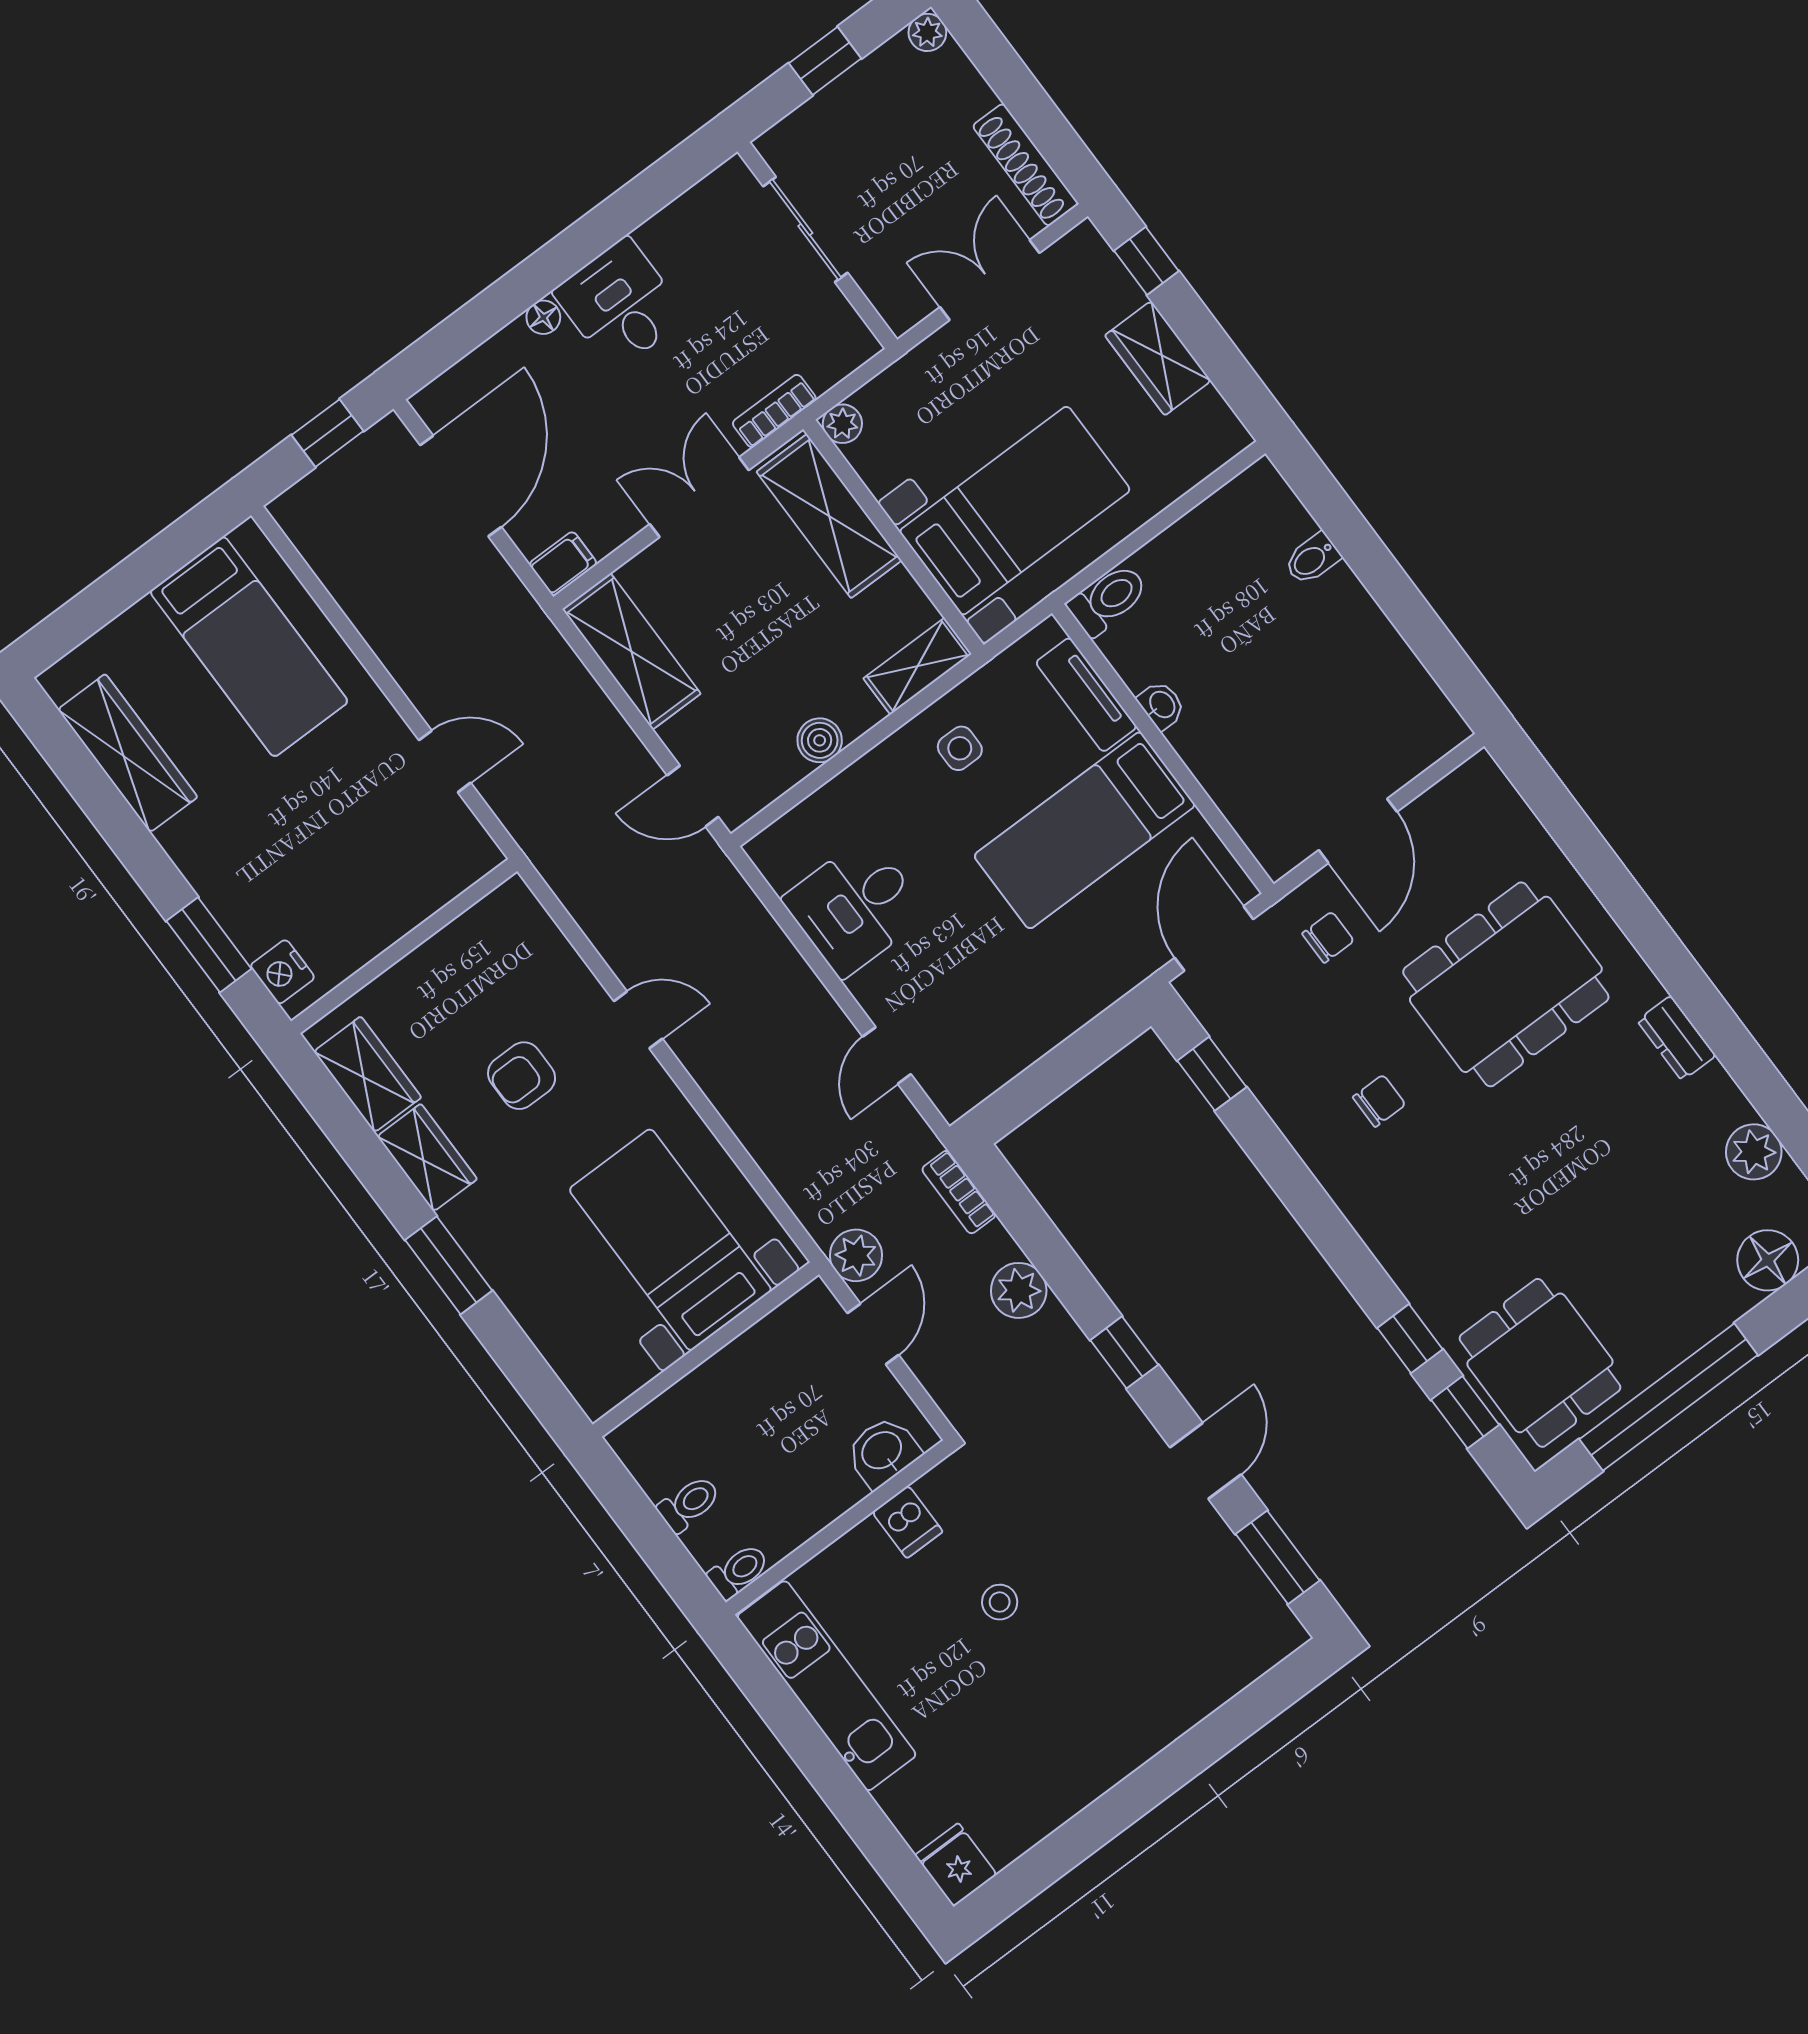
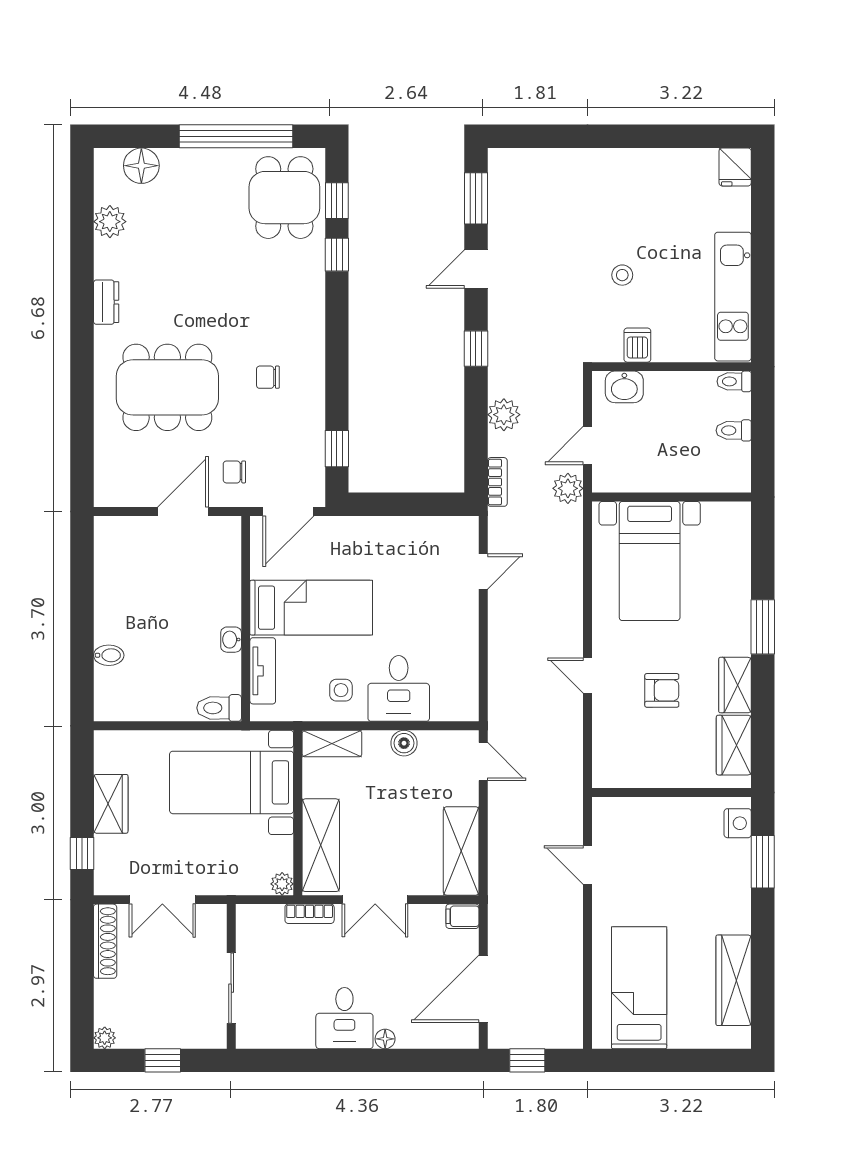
desk: (855, 907) -> (399, 688), moved, turned 90

